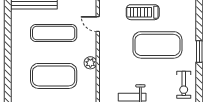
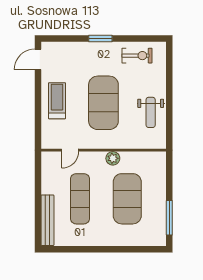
treadmill: (143, 12) -> (57, 101), turned 180
exercise mat: (157, 45) -> (103, 103), moved

